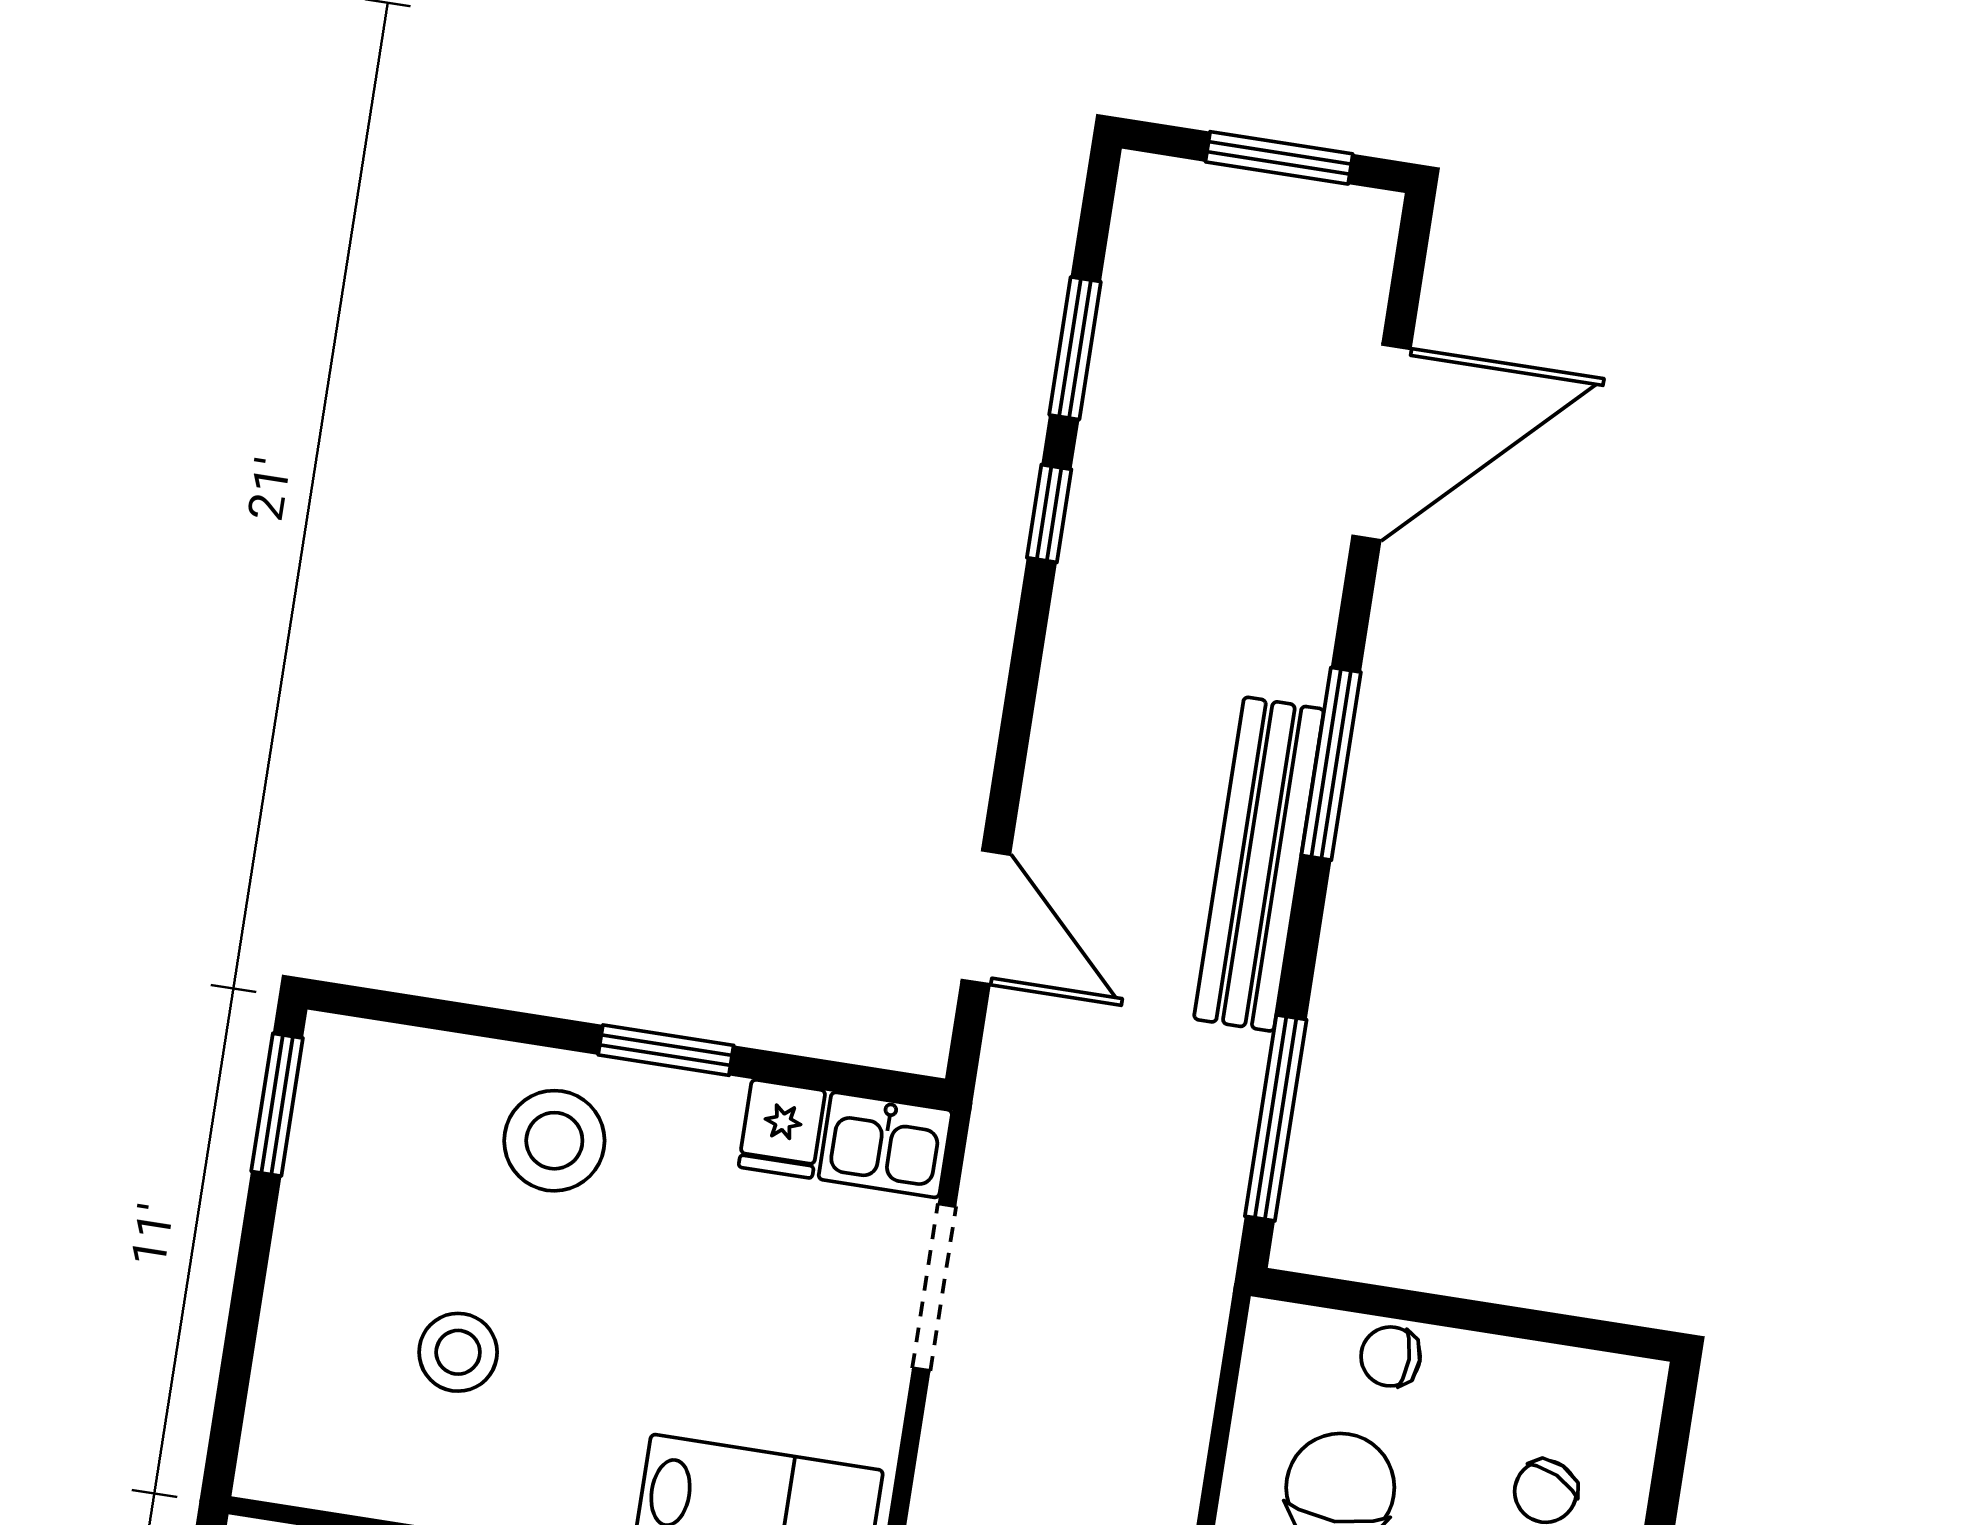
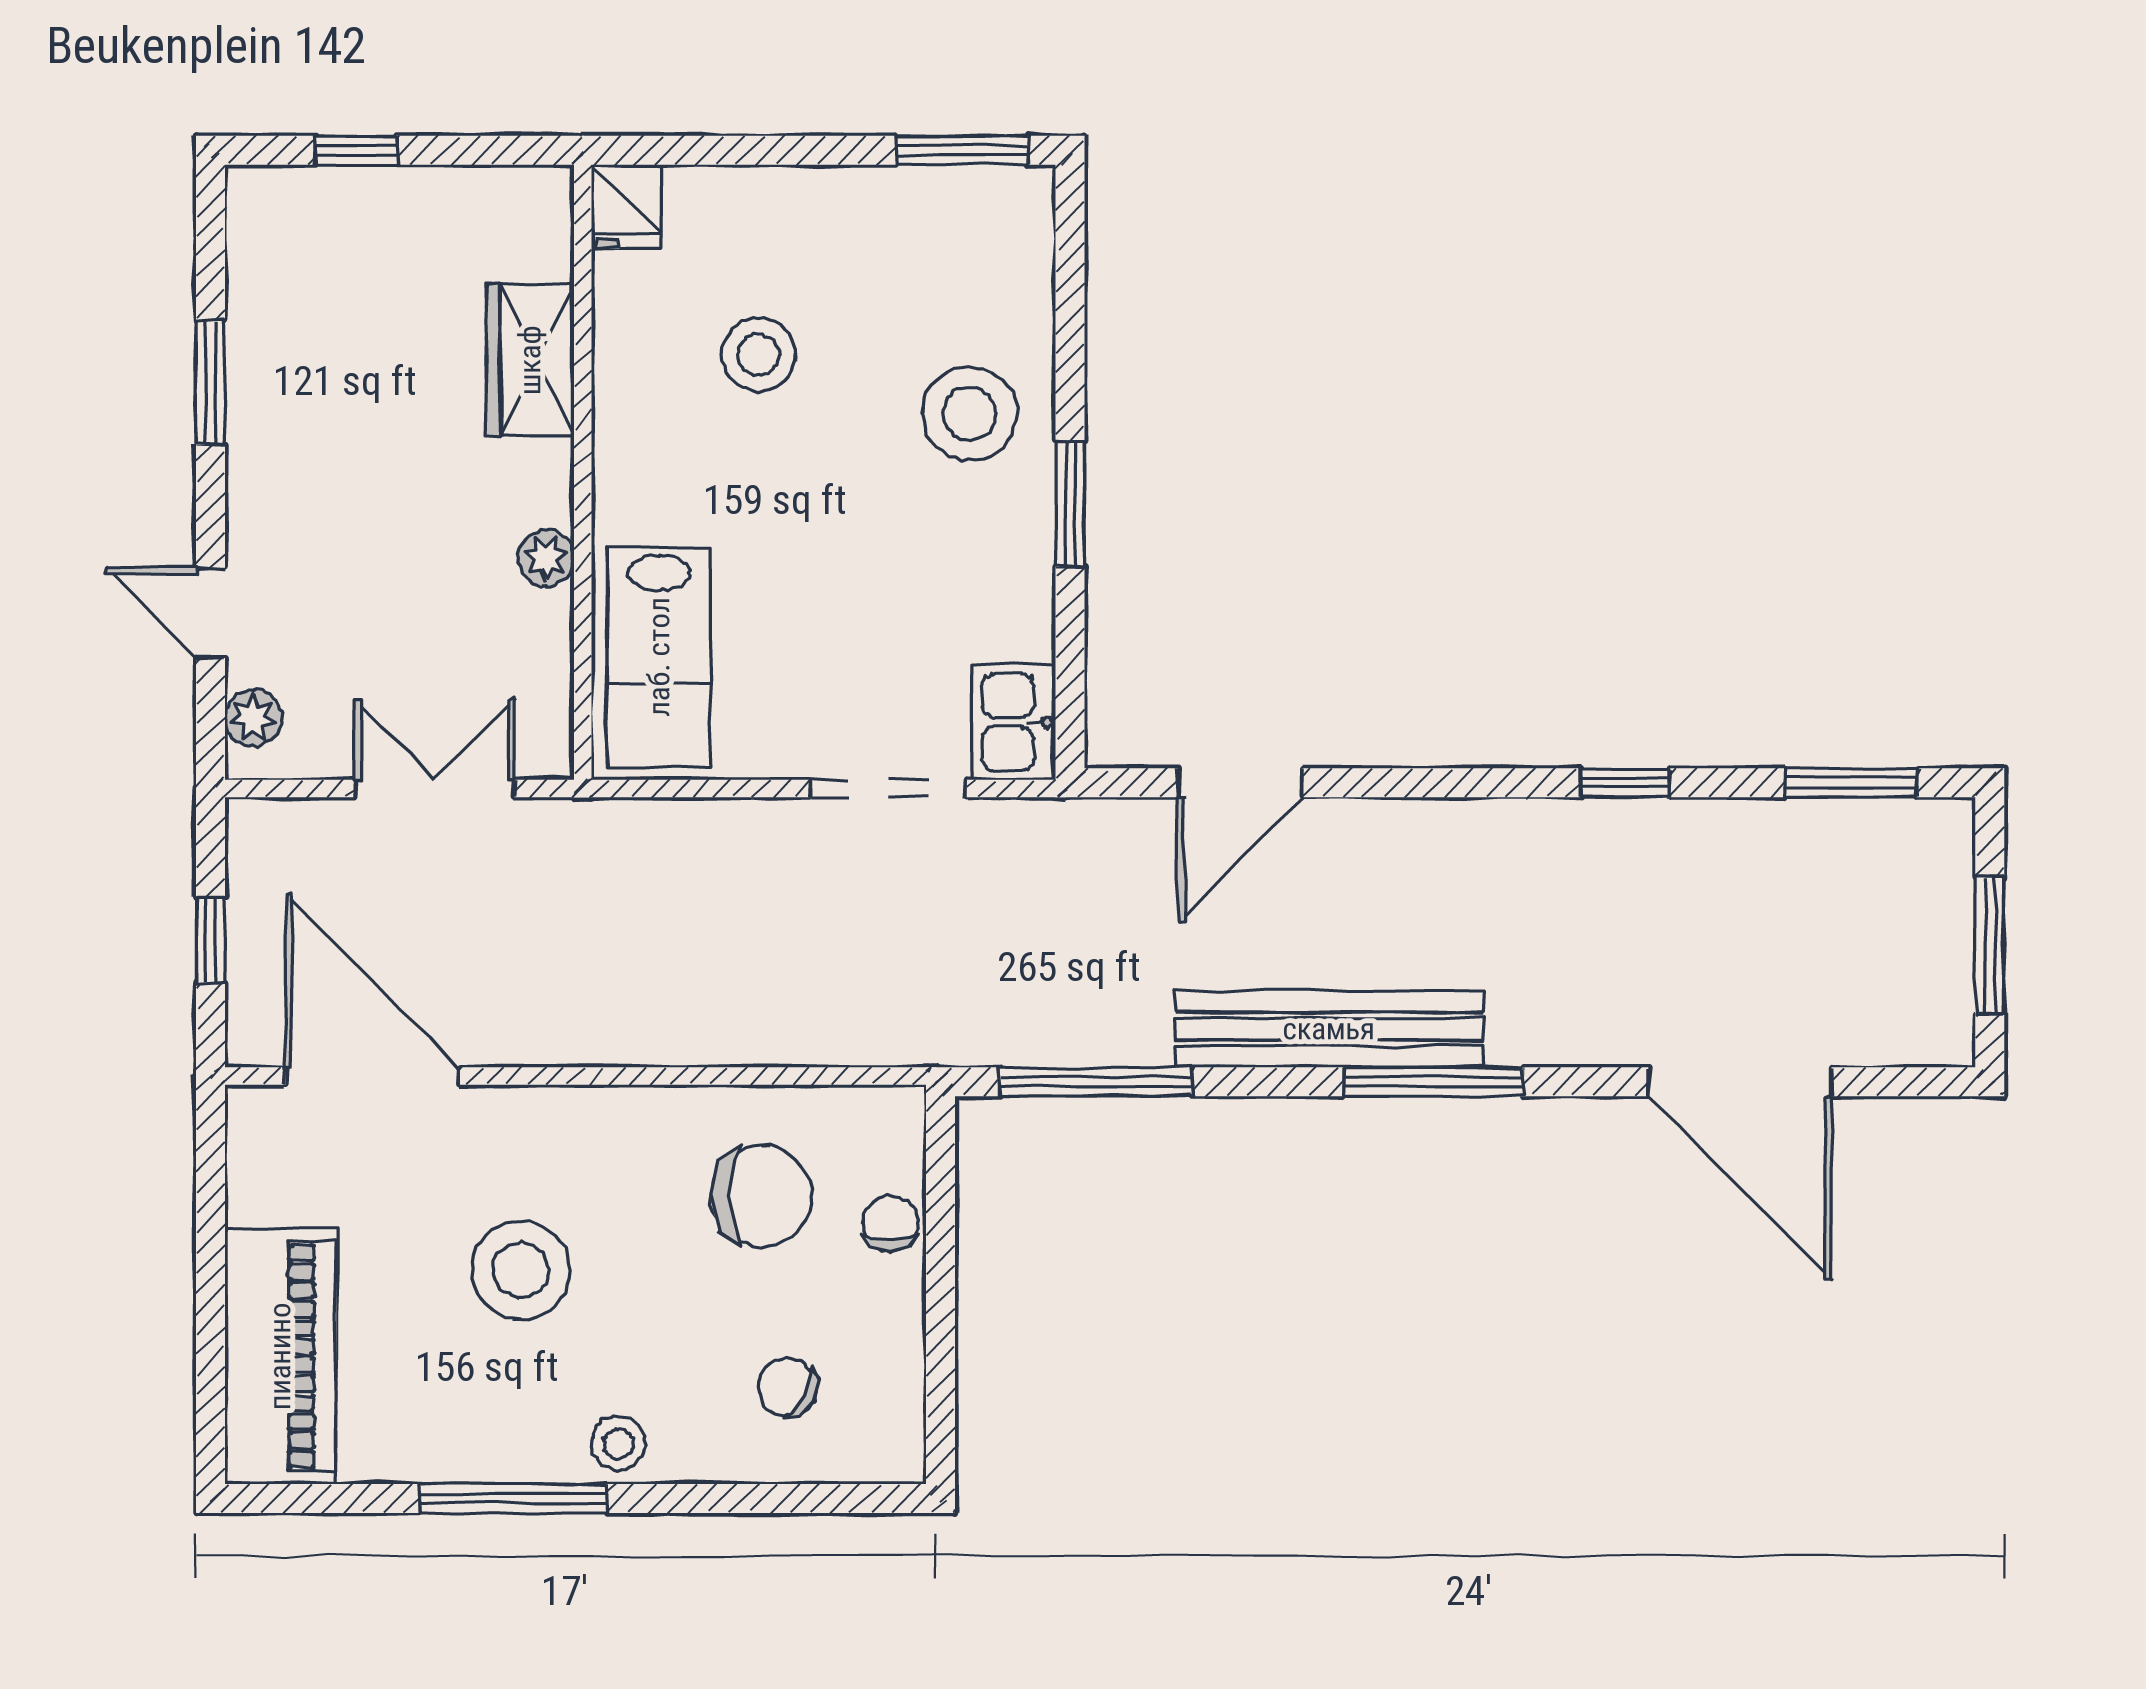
window: (1075, 348) -> (1851, 783), moved
fridge: (782, 1129) -> (626, 207), moved, turned -90

